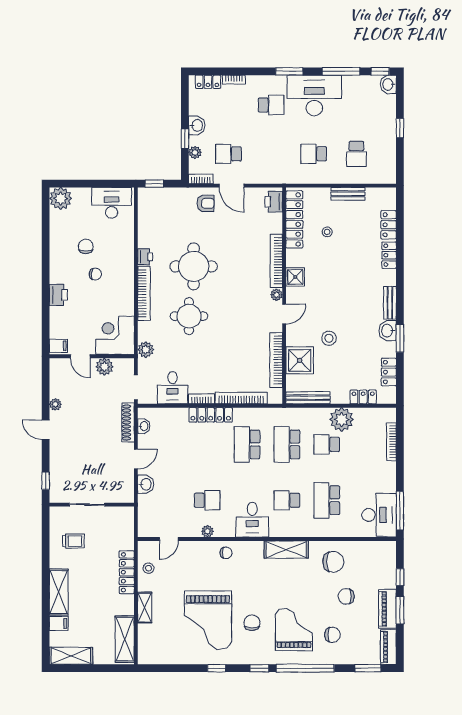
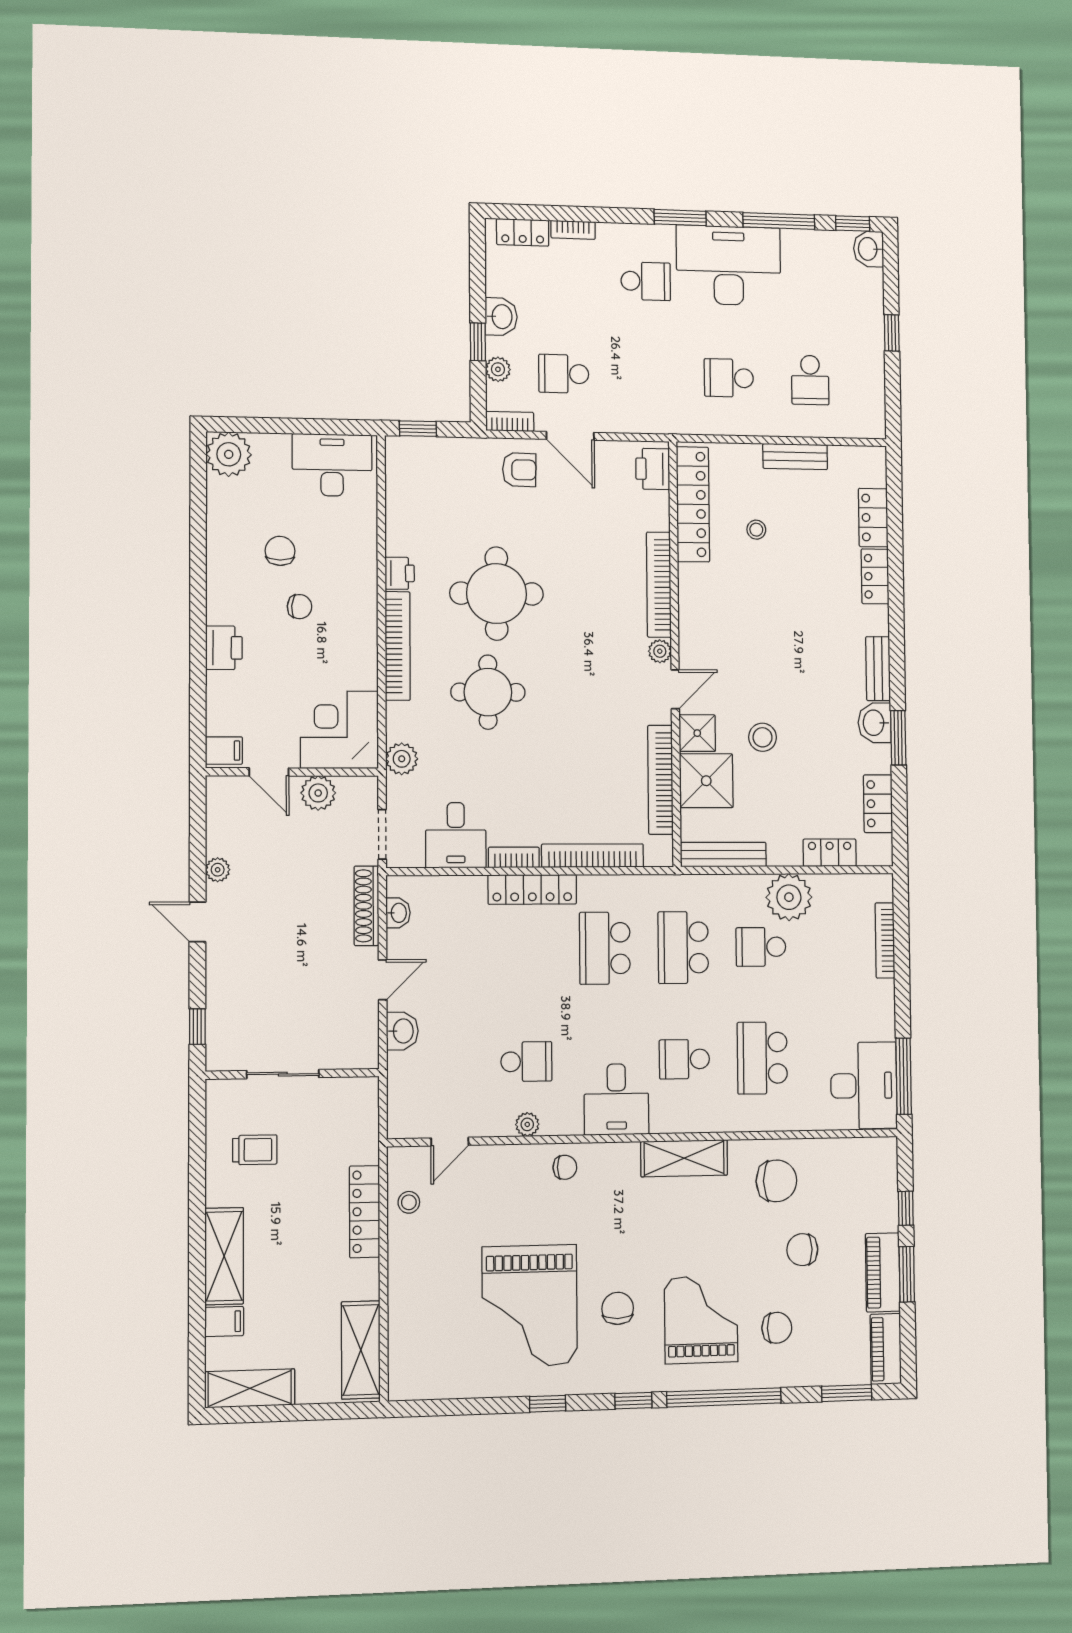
shower: (295, 277) -> (697, 733), moved
shelving: (145, 608) -> (401, 1283), removed

